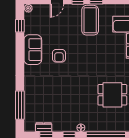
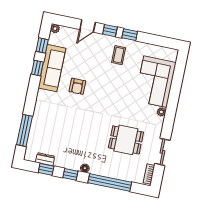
coffee table: (90, 20) -> (119, 55), width x0.54, depth x0.58
window: (20, 47) -> (37, 68), added
sofa: (33, 50) -> (52, 68), width x1.36

